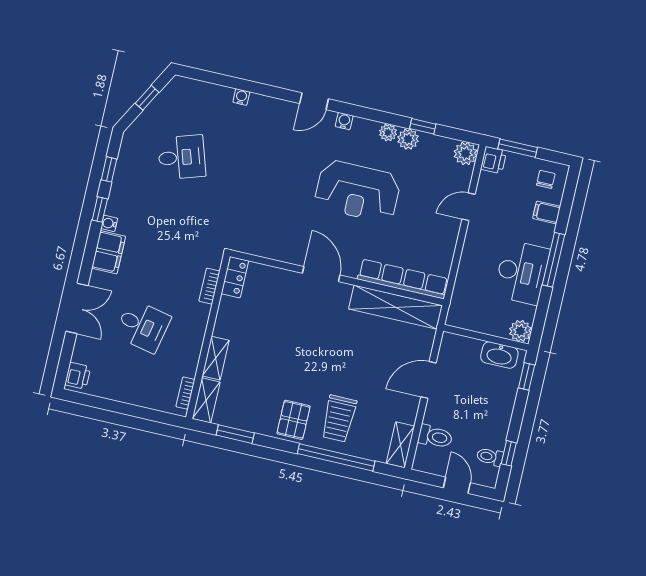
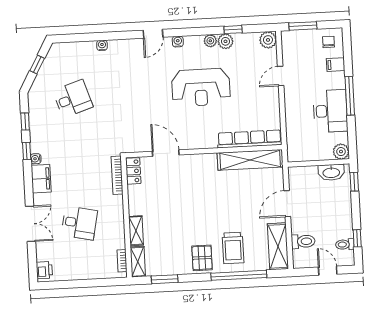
printer: (494, 160) -> (289, 39), removed
door: (321, 274) -> (166, 153), moved
bookcase: (209, 286) -> (117, 175), width x1.56
shelving: (400, 445) -> (278, 246), width x1.50, depth x1.33

